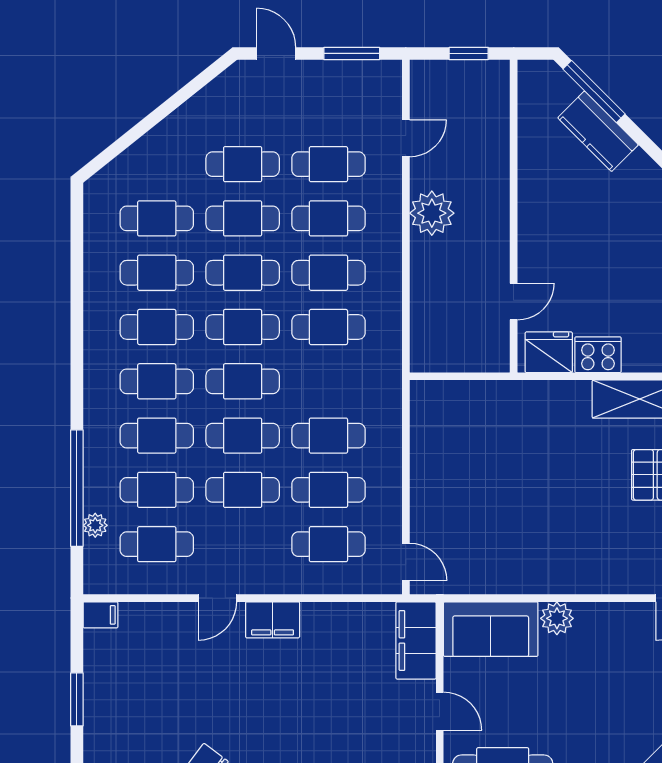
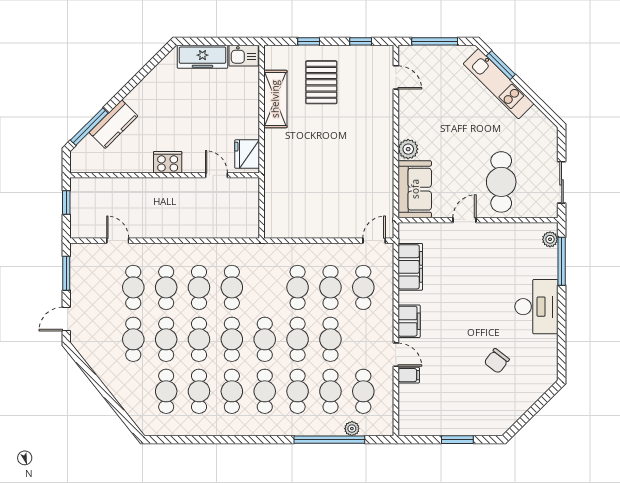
plant: (432, 213) -> (163, 225), removed
cooker: (598, 355) -> (168, 162), moved, turned 90
filing cabinet: (100, 615) -> (409, 375), moved, turned 90
filing cabinet: (416, 640) -> (410, 267), moved, turned -90

